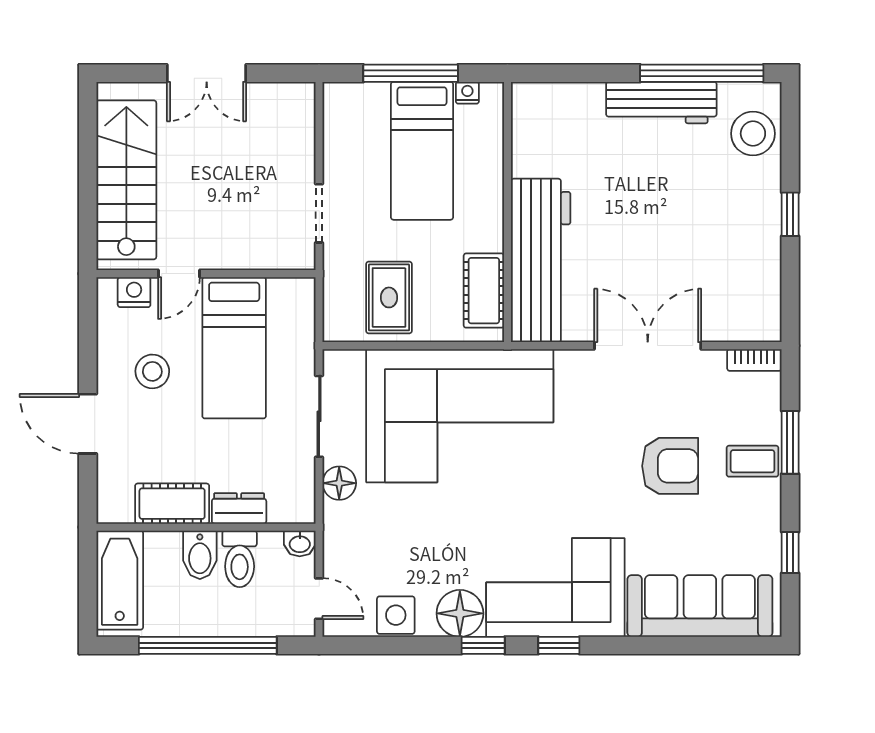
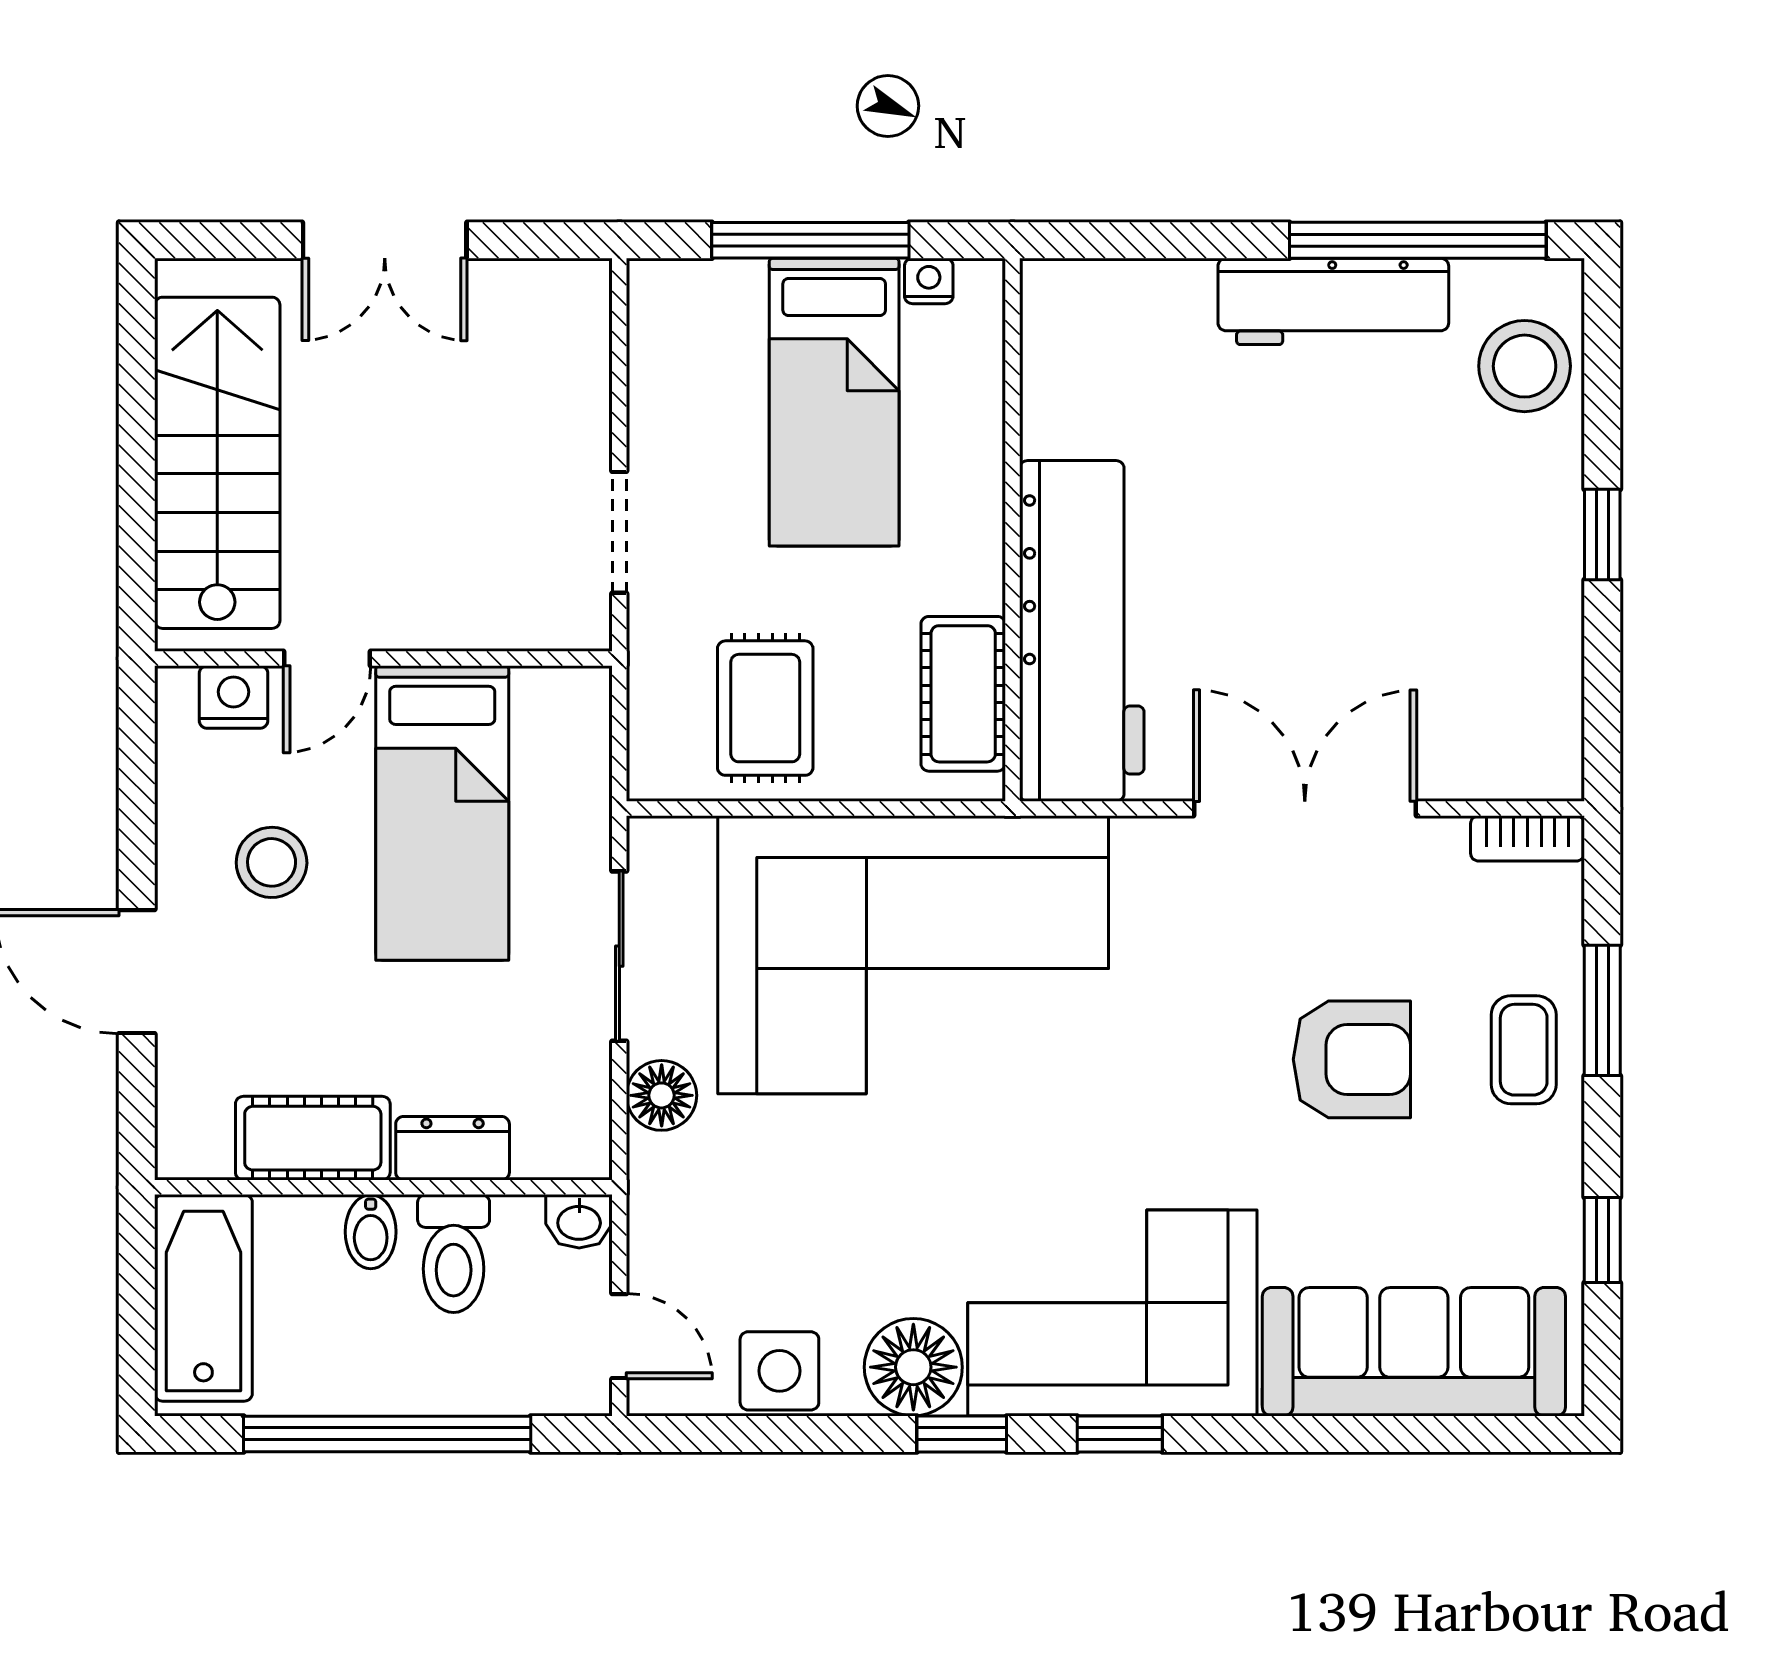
coffee table: (753, 461) -> (1524, 1050), turned 90
bidet: (200, 555) -> (371, 1232), width x0.72, depth x0.74

